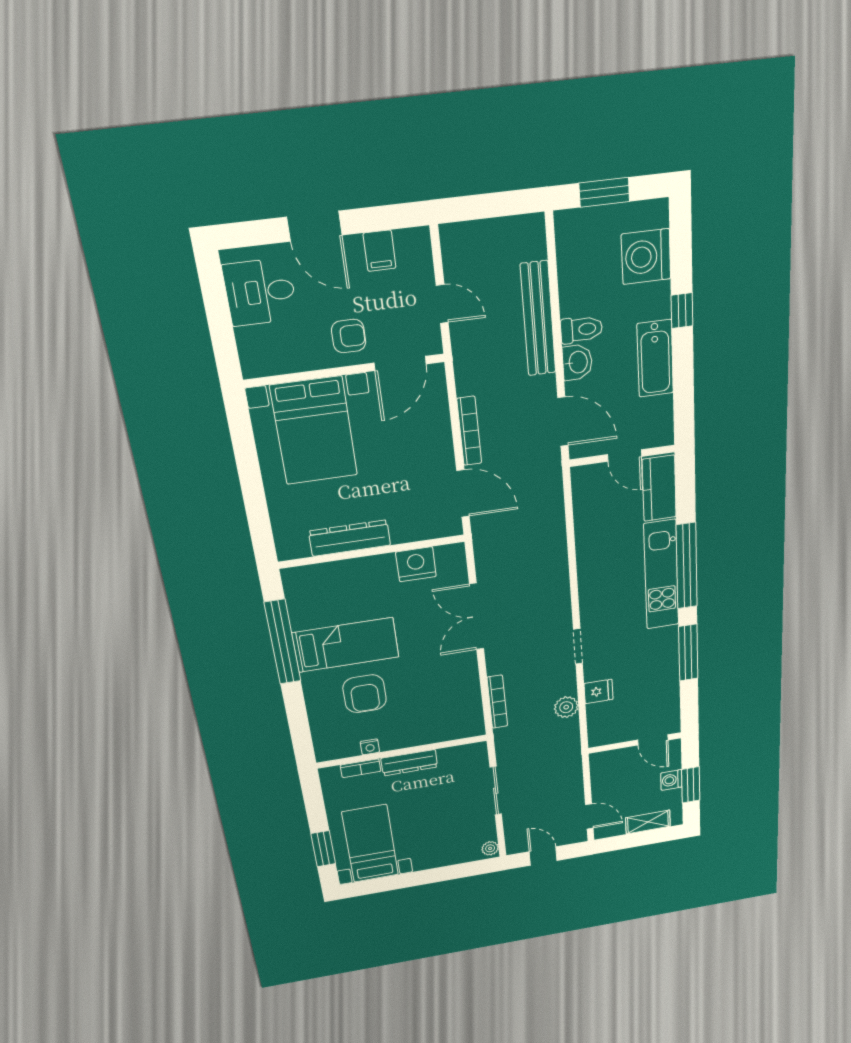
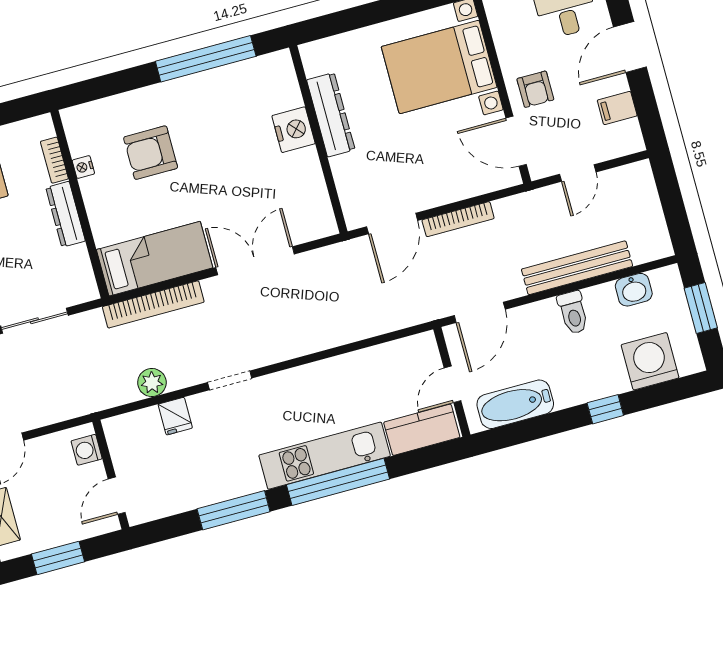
bathtub: (655, 359) -> (515, 404), moved
washbasin: (577, 362) -> (634, 290), moved
nightstand: (416, 564) -> (294, 130), moved
bed: (346, 645) -> (155, 259), moved, turned -90
bookcase: (497, 702) -> (153, 304), width x1.48, depth x1.31
washing machine: (671, 780) -> (87, 450), moved, turned -90

